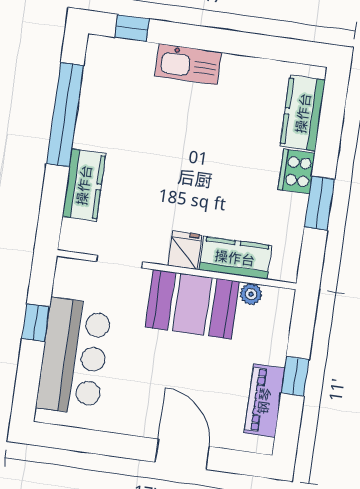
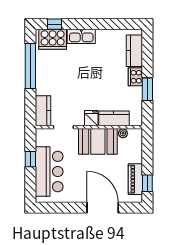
cooker: (123, 61) -> (53, 39), added
kitchen counter: (84, 185) -> (43, 111), moved
window: (295, 376) -> (147, 183), moved
door: (182, 454) -> (103, 208), width x1.36

